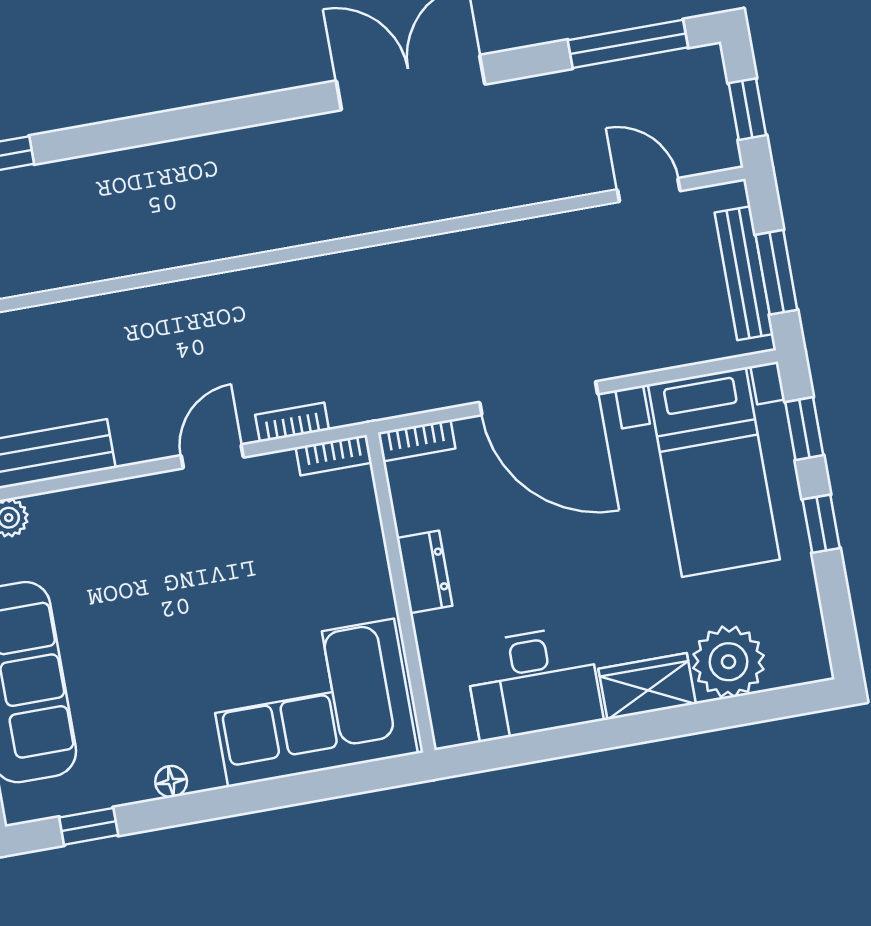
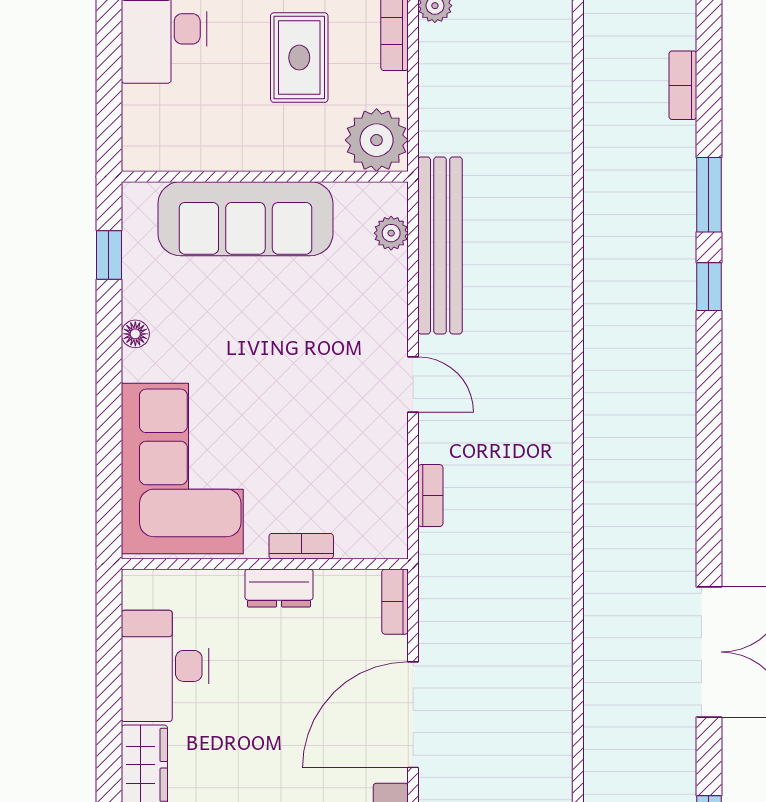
bookcase: (334, 455) -> (301, 546), moved, turned 90
door: (212, 456) -> (413, 384), moved

